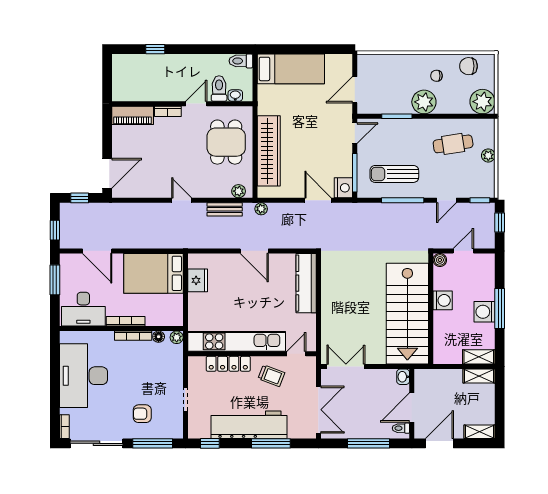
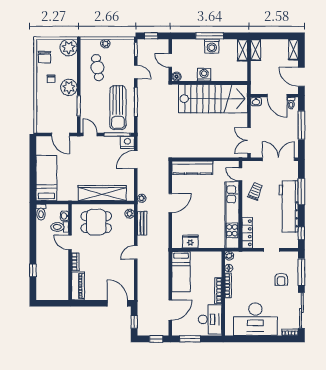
sun lounger: (394, 174) -> (118, 108), width x1.36, depth x1.34
bed: (153, 273) -> (181, 272), width x0.67
locker: (228, 364) -> (247, 233), moved

